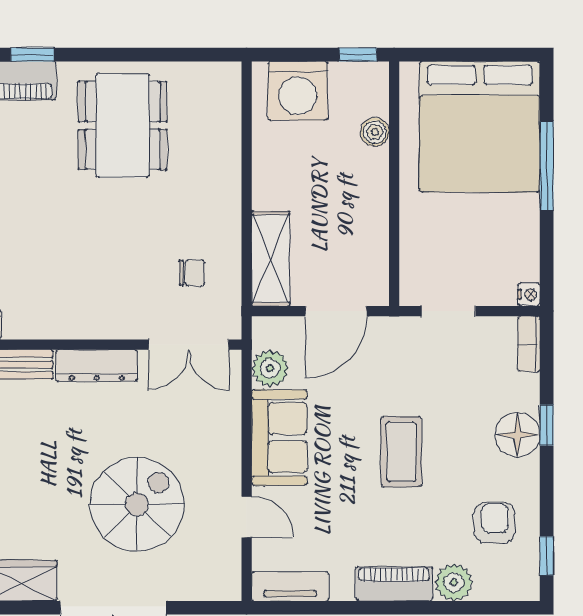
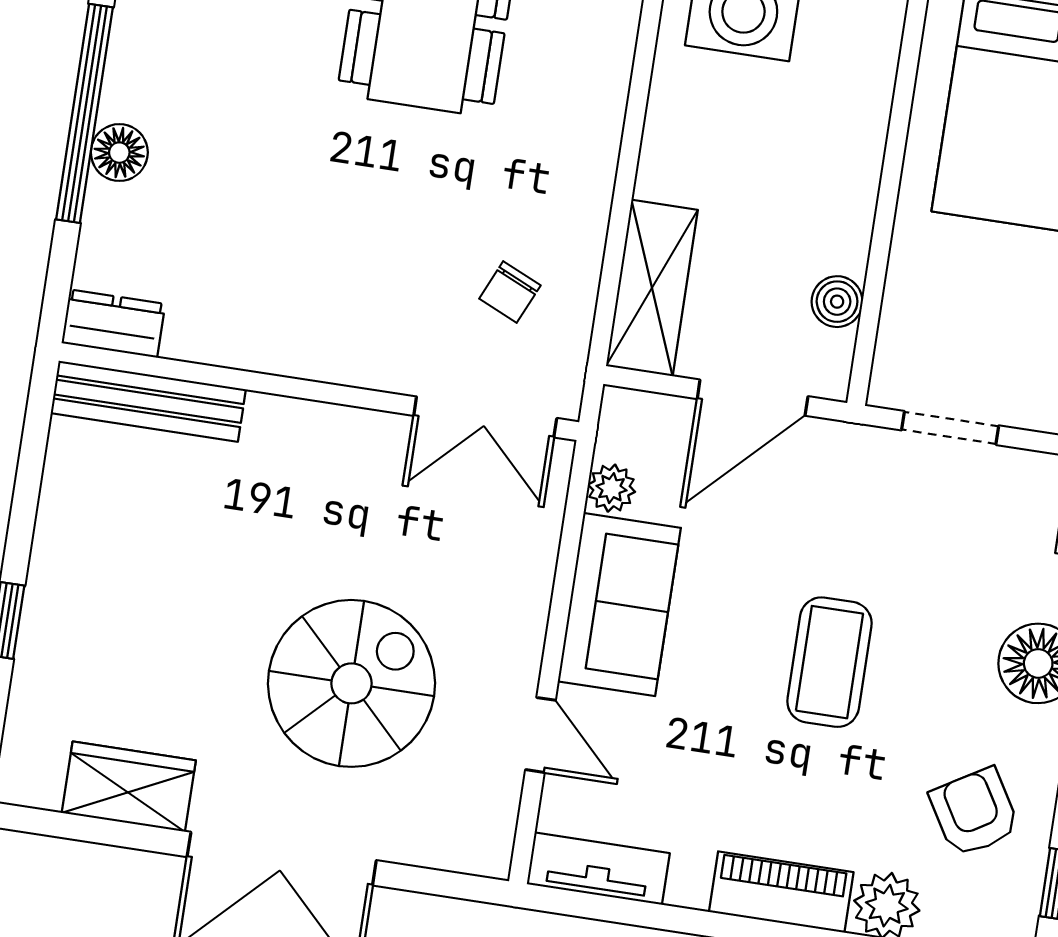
boiler: (375, 132) -> (837, 302), moved
chair: (192, 273) -> (510, 292), turned 114
dresser: (97, 366) -> (318, 429), removed
plant: (270, 368) -> (612, 488), width x0.73, depth x0.73
armchair: (495, 523) -> (975, 812), turned -31

